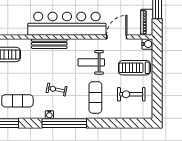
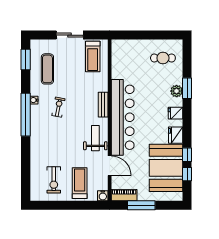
bench: (49, 44) -> (103, 105), width x0.73
weight bench: (91, 62) -> (95, 138), moved
exercise bike: (131, 94) -> (54, 180), turned 180
exercise mat: (95, 97) -> (51, 145), removed

